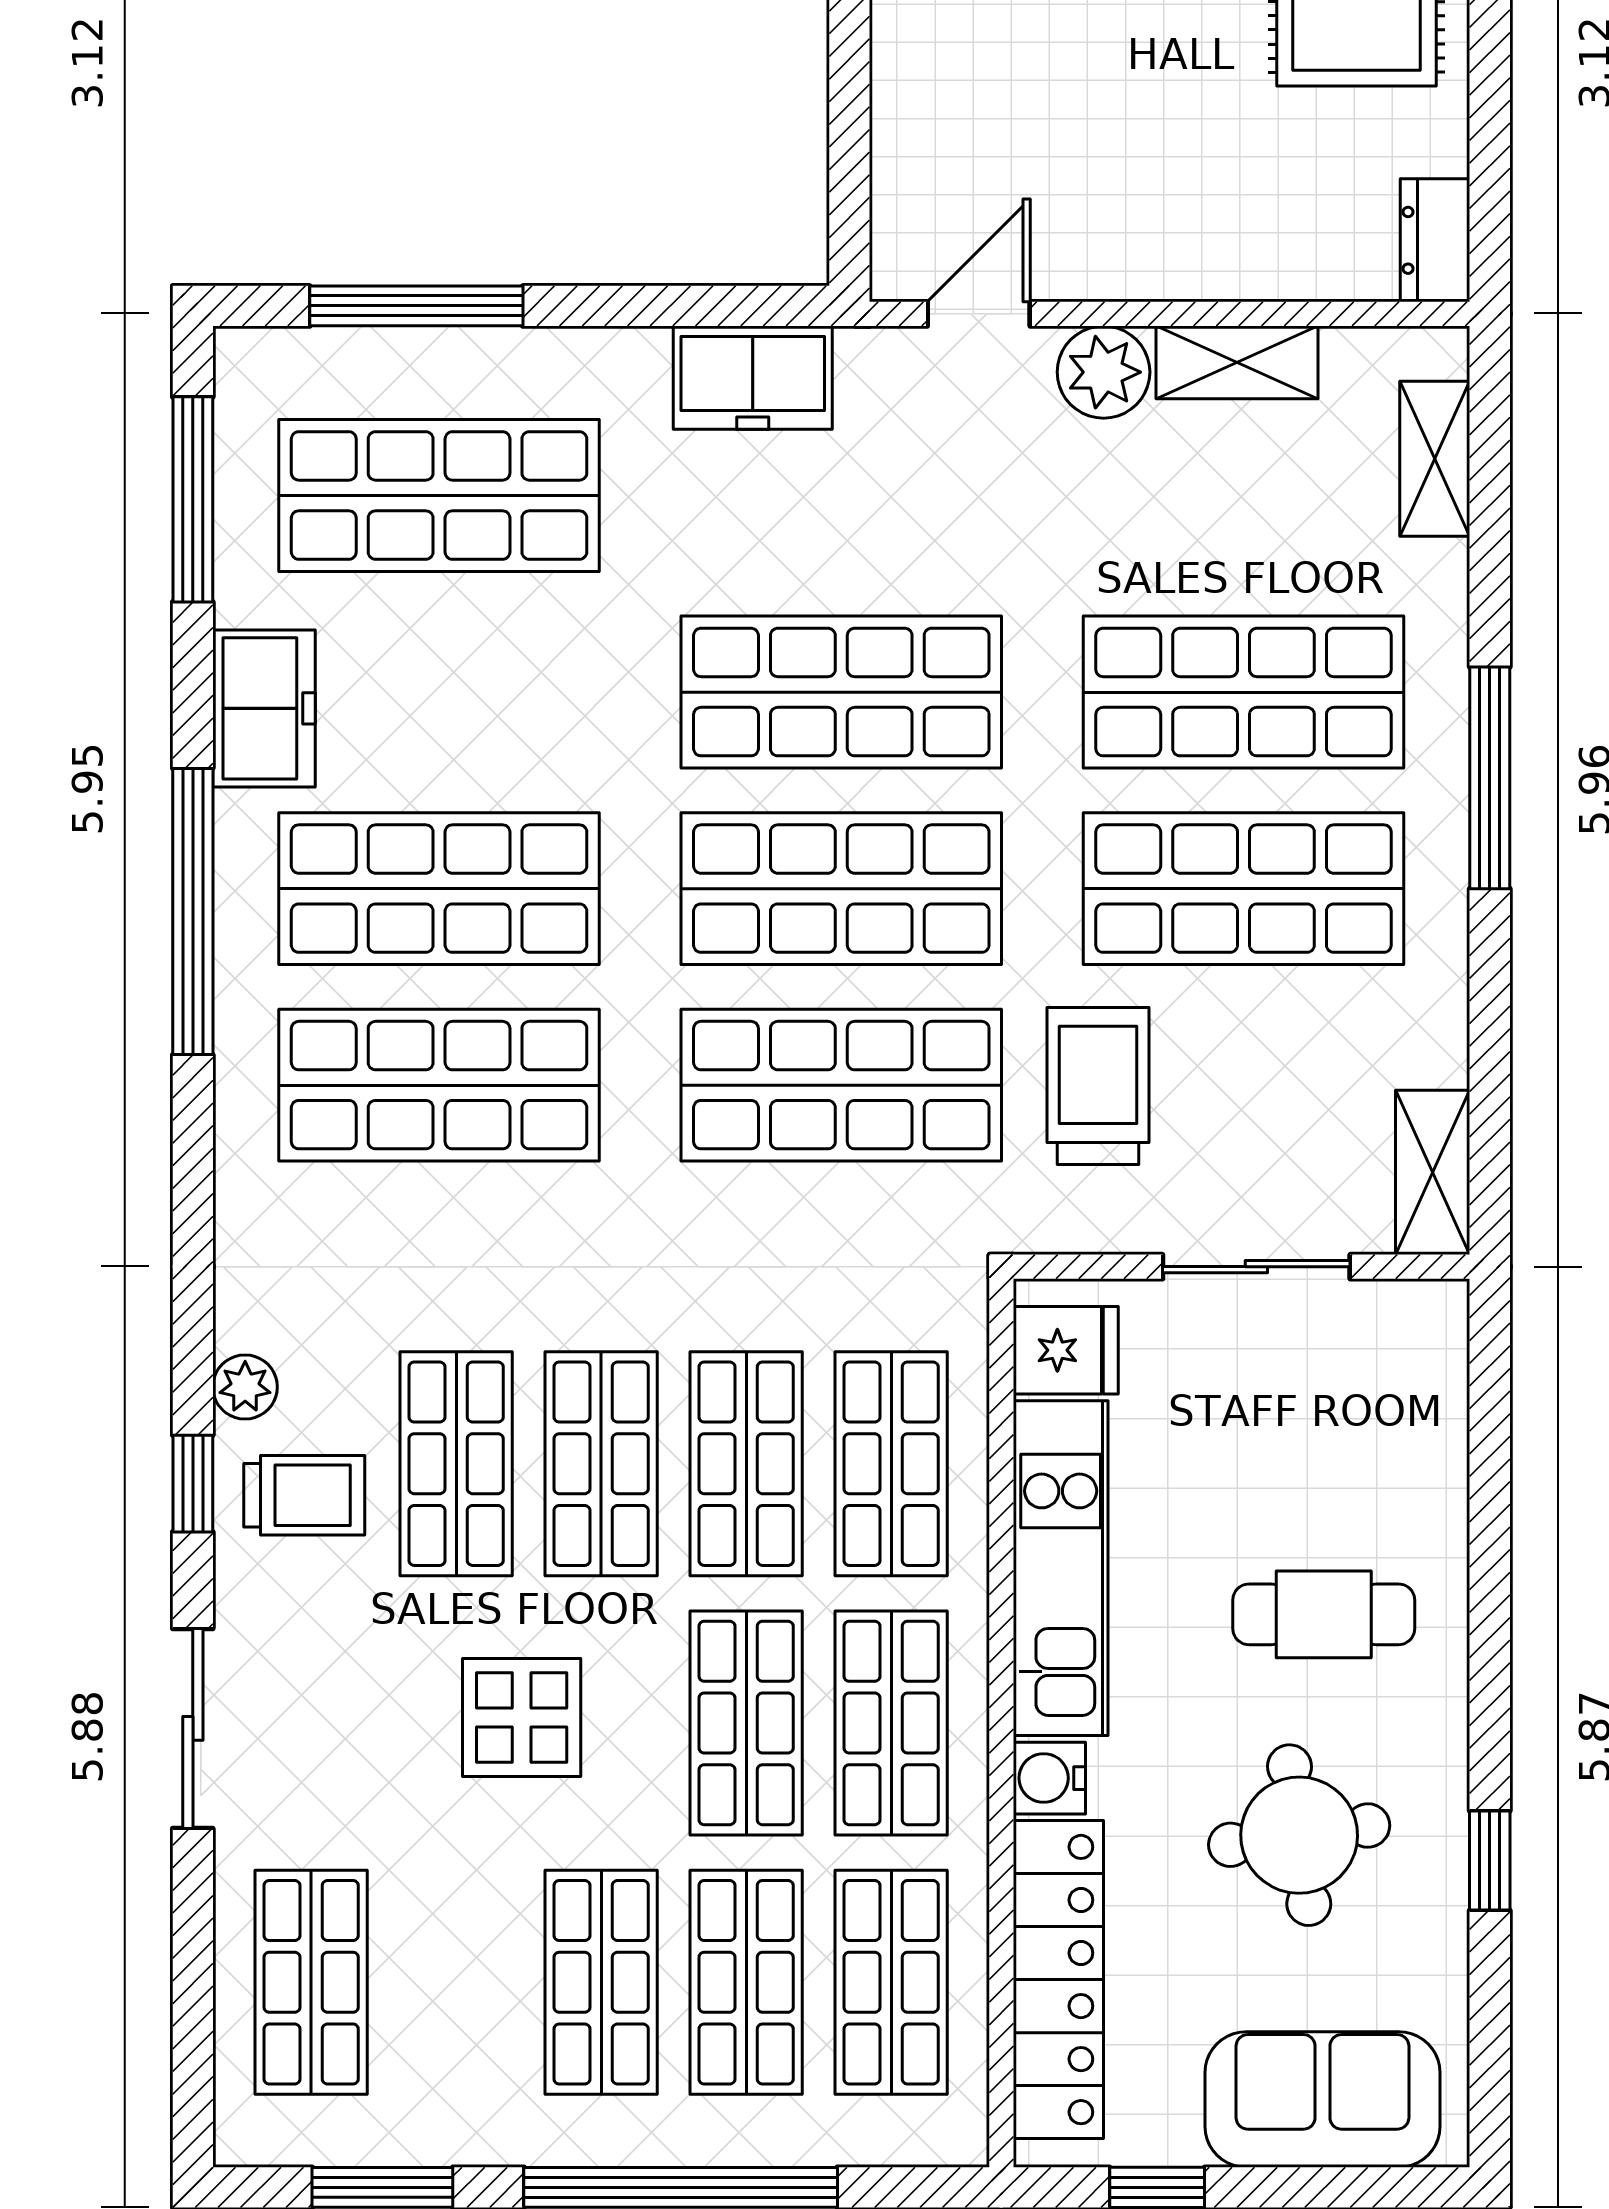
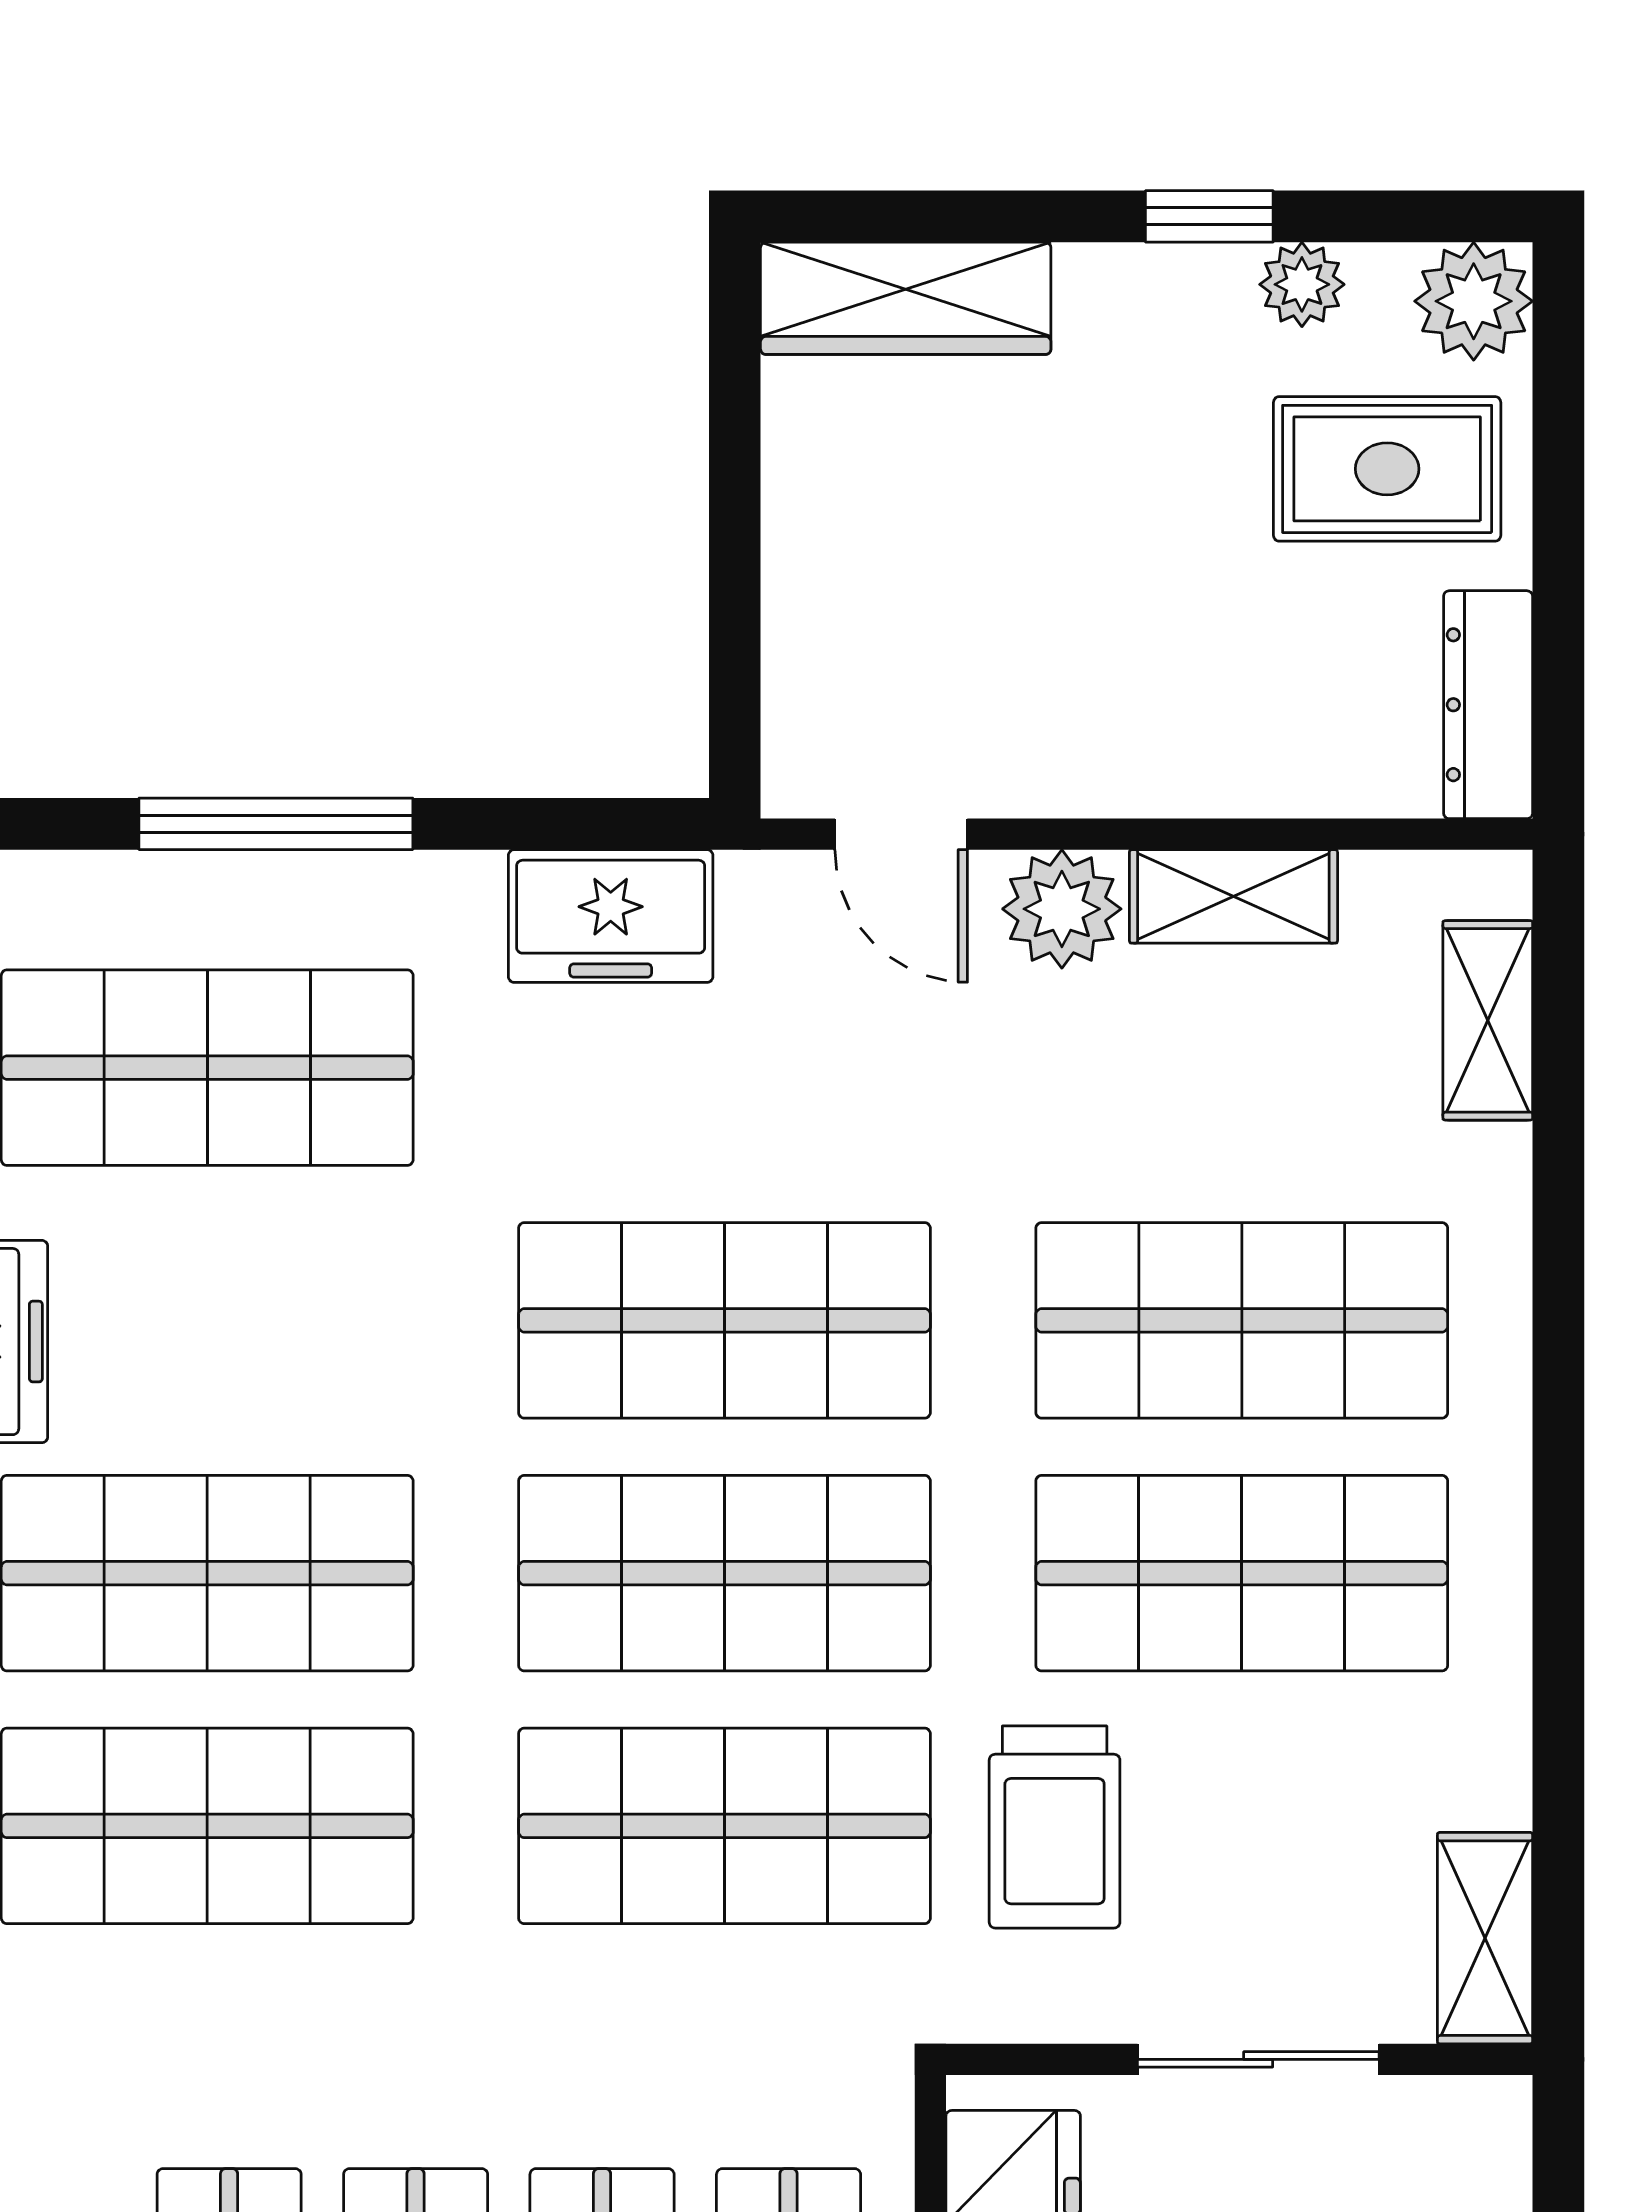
dresser: (1435, 240) -> (1488, 705), width x1.44
window: (416, 306) -> (276, 824), moved
door: (979, 314) -> (901, 834), swing flipped
window: (1490, 778) -> (1558, 1431), removed
trolley: (1098, 1086) -> (1055, 1827), turned 180

